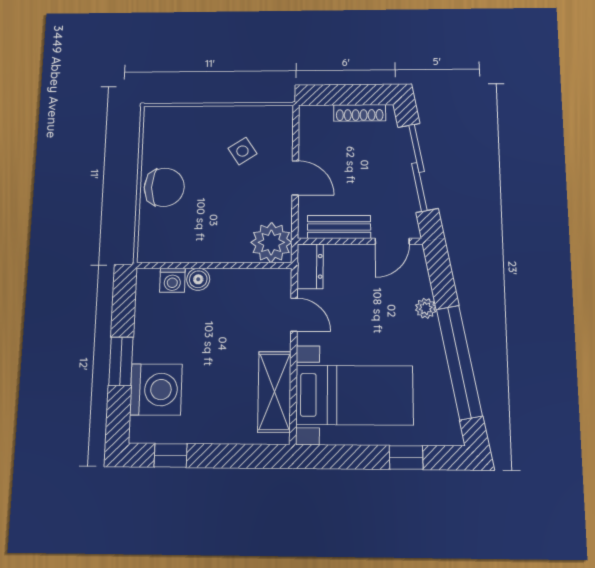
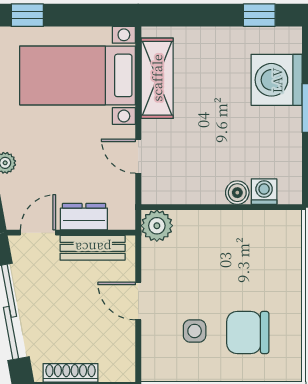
side table: (242, 151) -> (195, 331), turned 33
chair: (164, 187) -> (248, 332), moved
plant: (271, 242) -> (157, 226), width x0.73, depth x0.73
dresser: (310, 266) -> (84, 217), moved, turned 90

